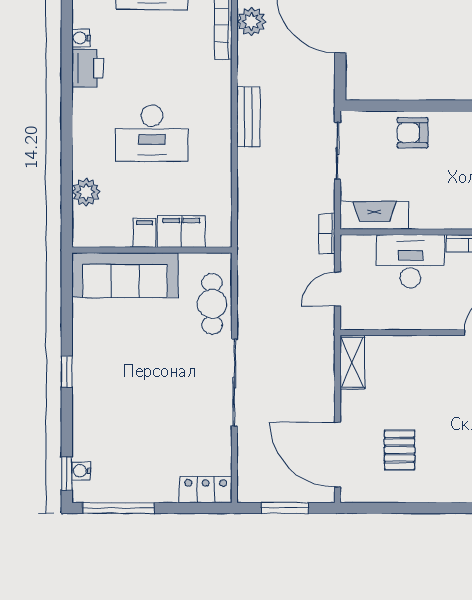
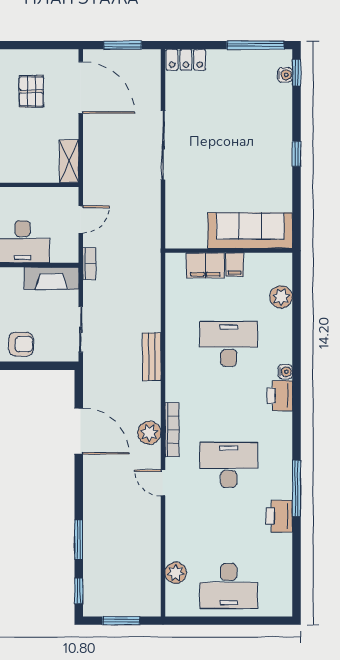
water cooler: (81, 38) -> (285, 372), moved
cafe table: (212, 304) -> (181, 208), removed

